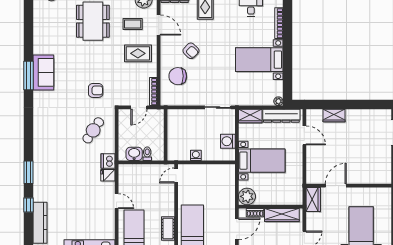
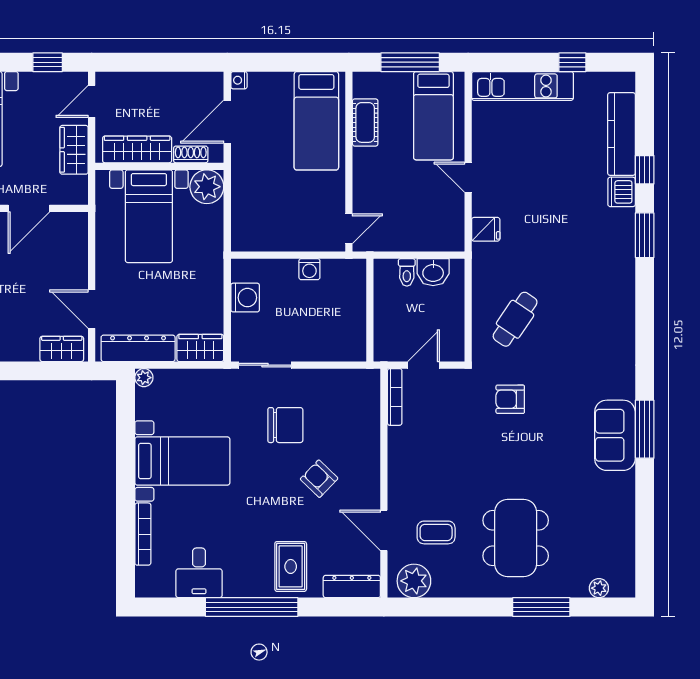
rug: (138, 53) -> (425, 473), removed
chair: (178, 76) -> (285, 425), moved
wardrobe: (334, 116) -> (62, 349), moved
dishwasher: (108, 161) -> (622, 192), moved, turned 180
bed with nightstands: (262, 161) -> (149, 216), moved, turned -90
wardrobe: (313, 200) -> (74, 150), moved

